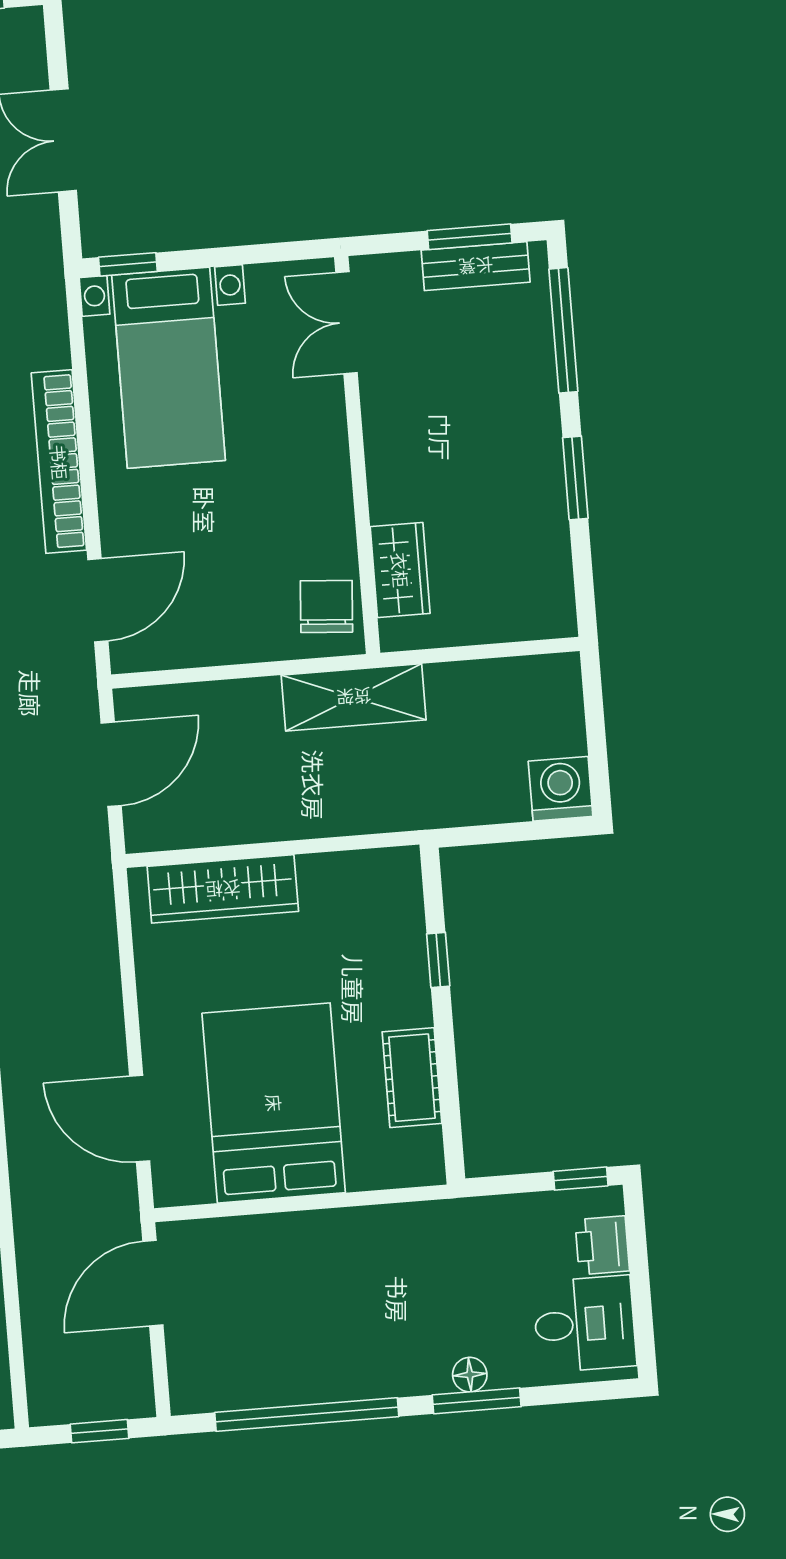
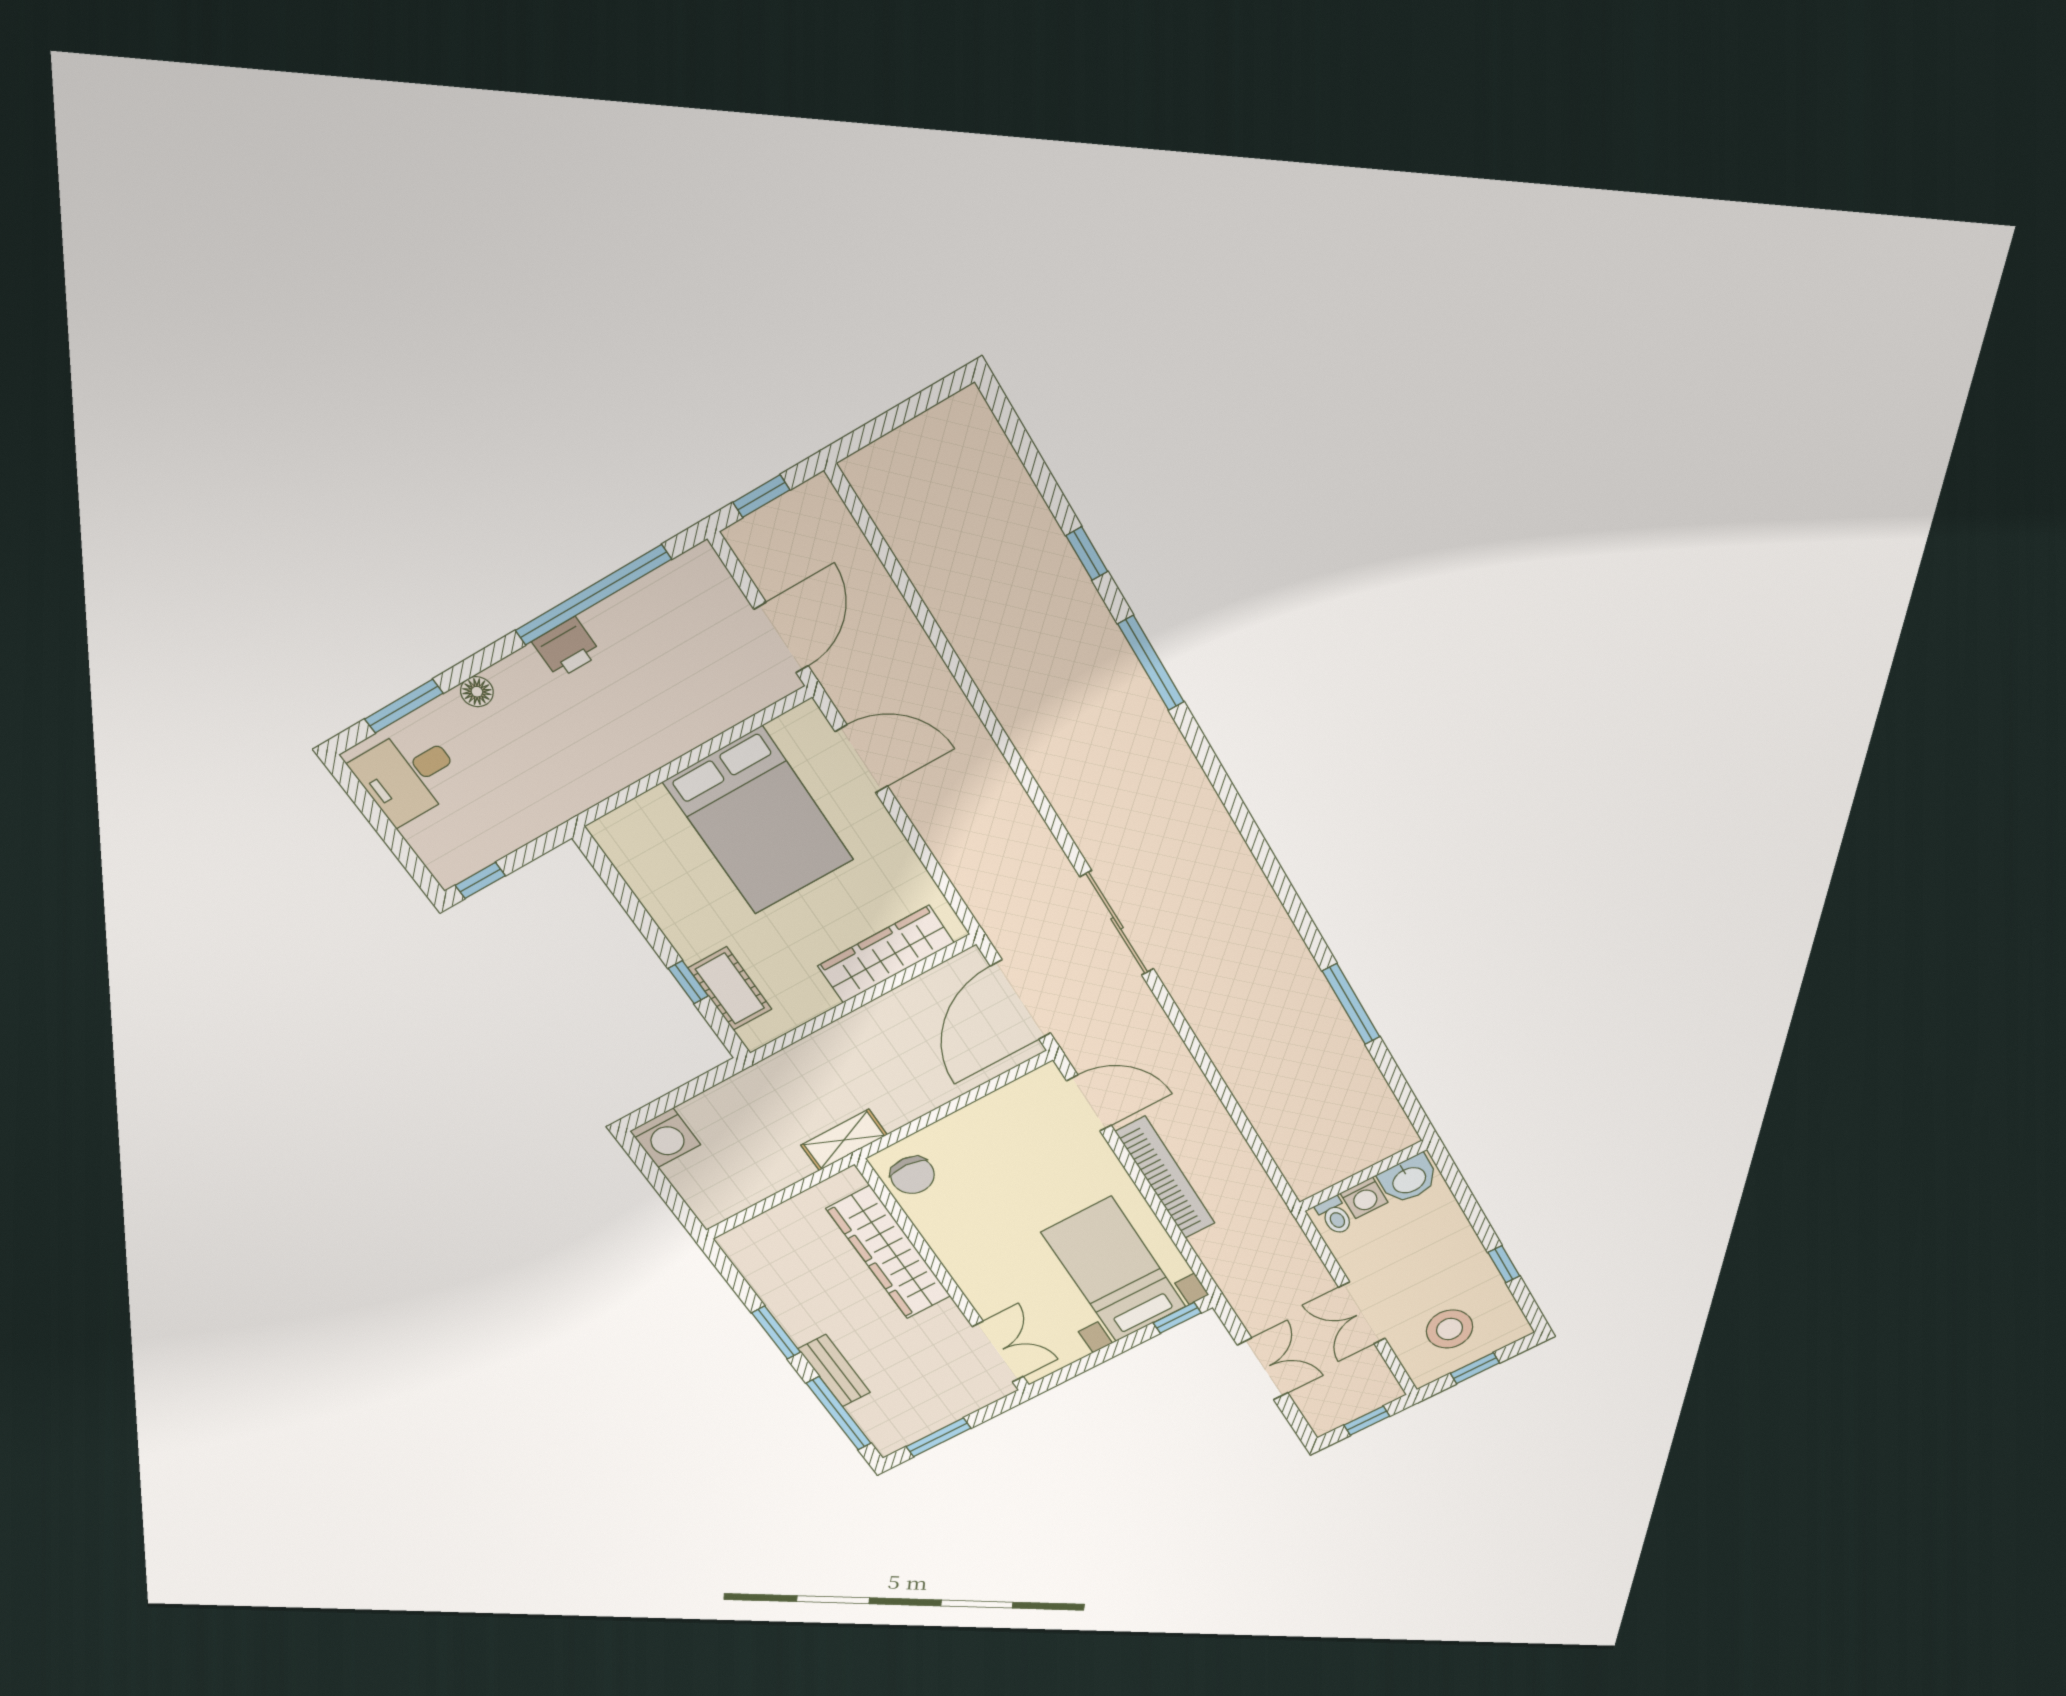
bench: (476, 266) -> (834, 1371), moved, turned 90
wardrobe: (400, 570) -> (889, 1253), width x2.10, depth x1.17
door: (98, 600) -> (1089, 1103), swing flipped
shelving: (354, 697) -> (844, 1140), width x0.67, depth x0.75
door: (111, 764) -> (1021, 1000), width x1.36
cot: (412, 1078) -> (730, 989), moved
printer: (602, 1245) -> (567, 648), moved, turned 90
window: (477, 1401) -> (404, 706), moved

